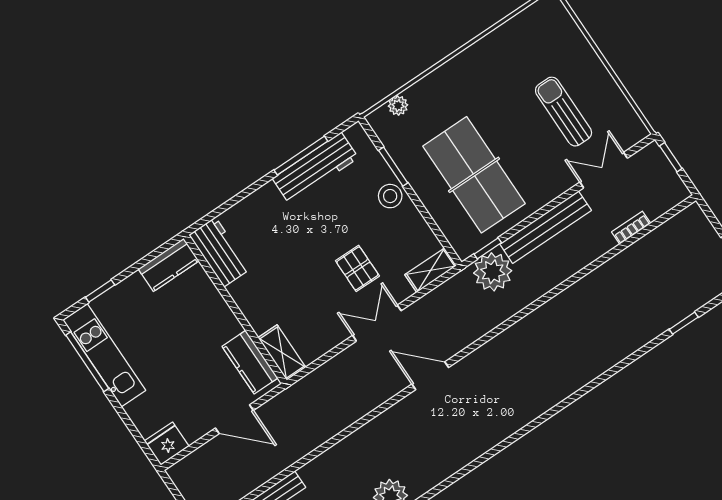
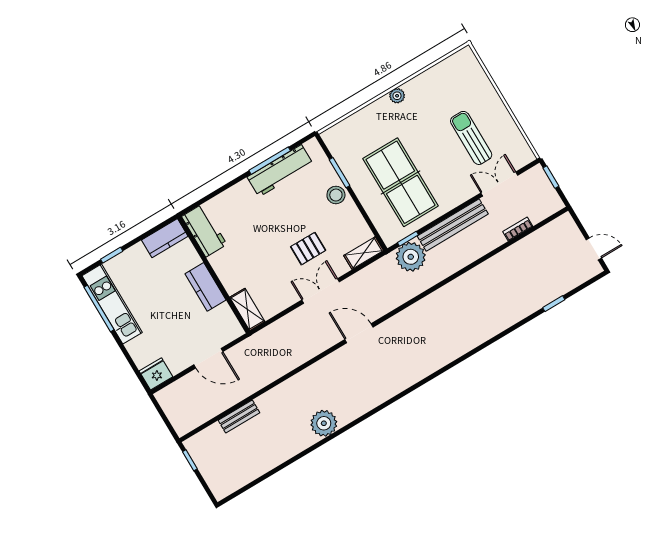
plant: (398, 106) -> (397, 96), moved
pallet: (357, 268) -> (308, 249), turned 90
kitchen counter: (250, 362) -> (205, 287), moved

